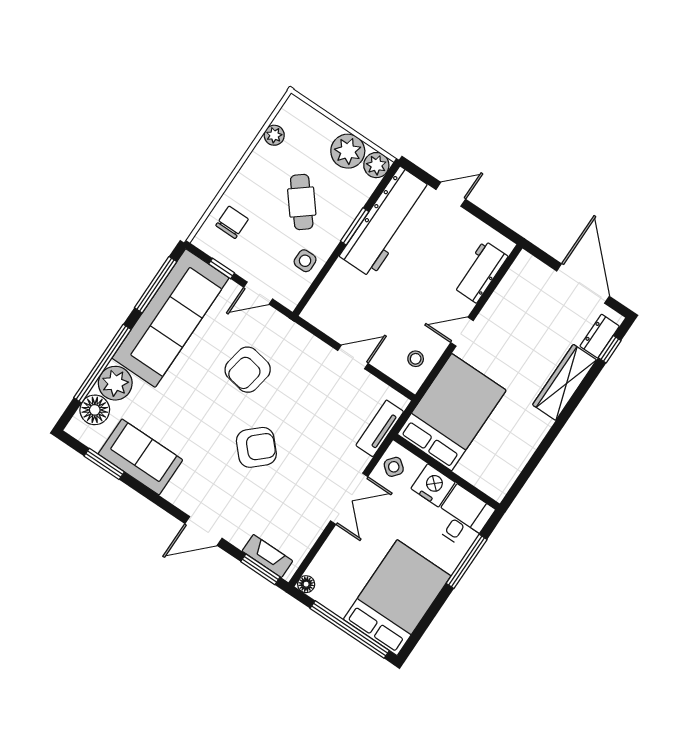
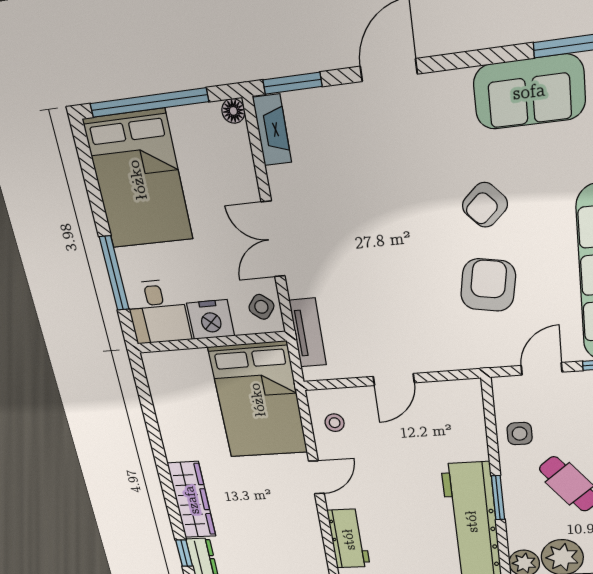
armchair: (256, 447) -> (485, 205), moved, width x0.72, depth x0.72
fireplace: (267, 556) -> (272, 130), moved, turned -90

